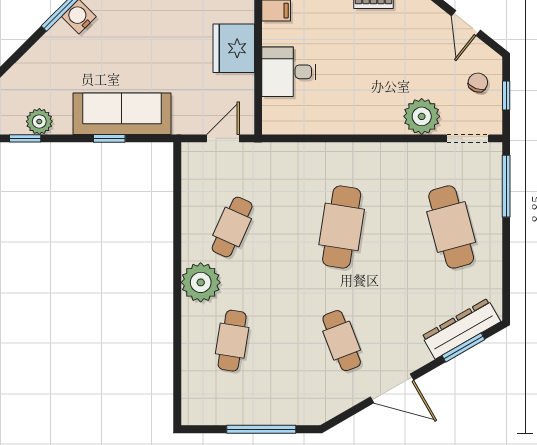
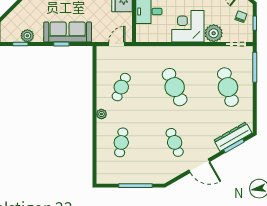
corner desk: (369, 102) -> (188, 26), added
cafe table: (342, 227) -> (175, 87), turned -33
plant: (201, 282) -> (101, 114), width x0.53, depth x0.53

